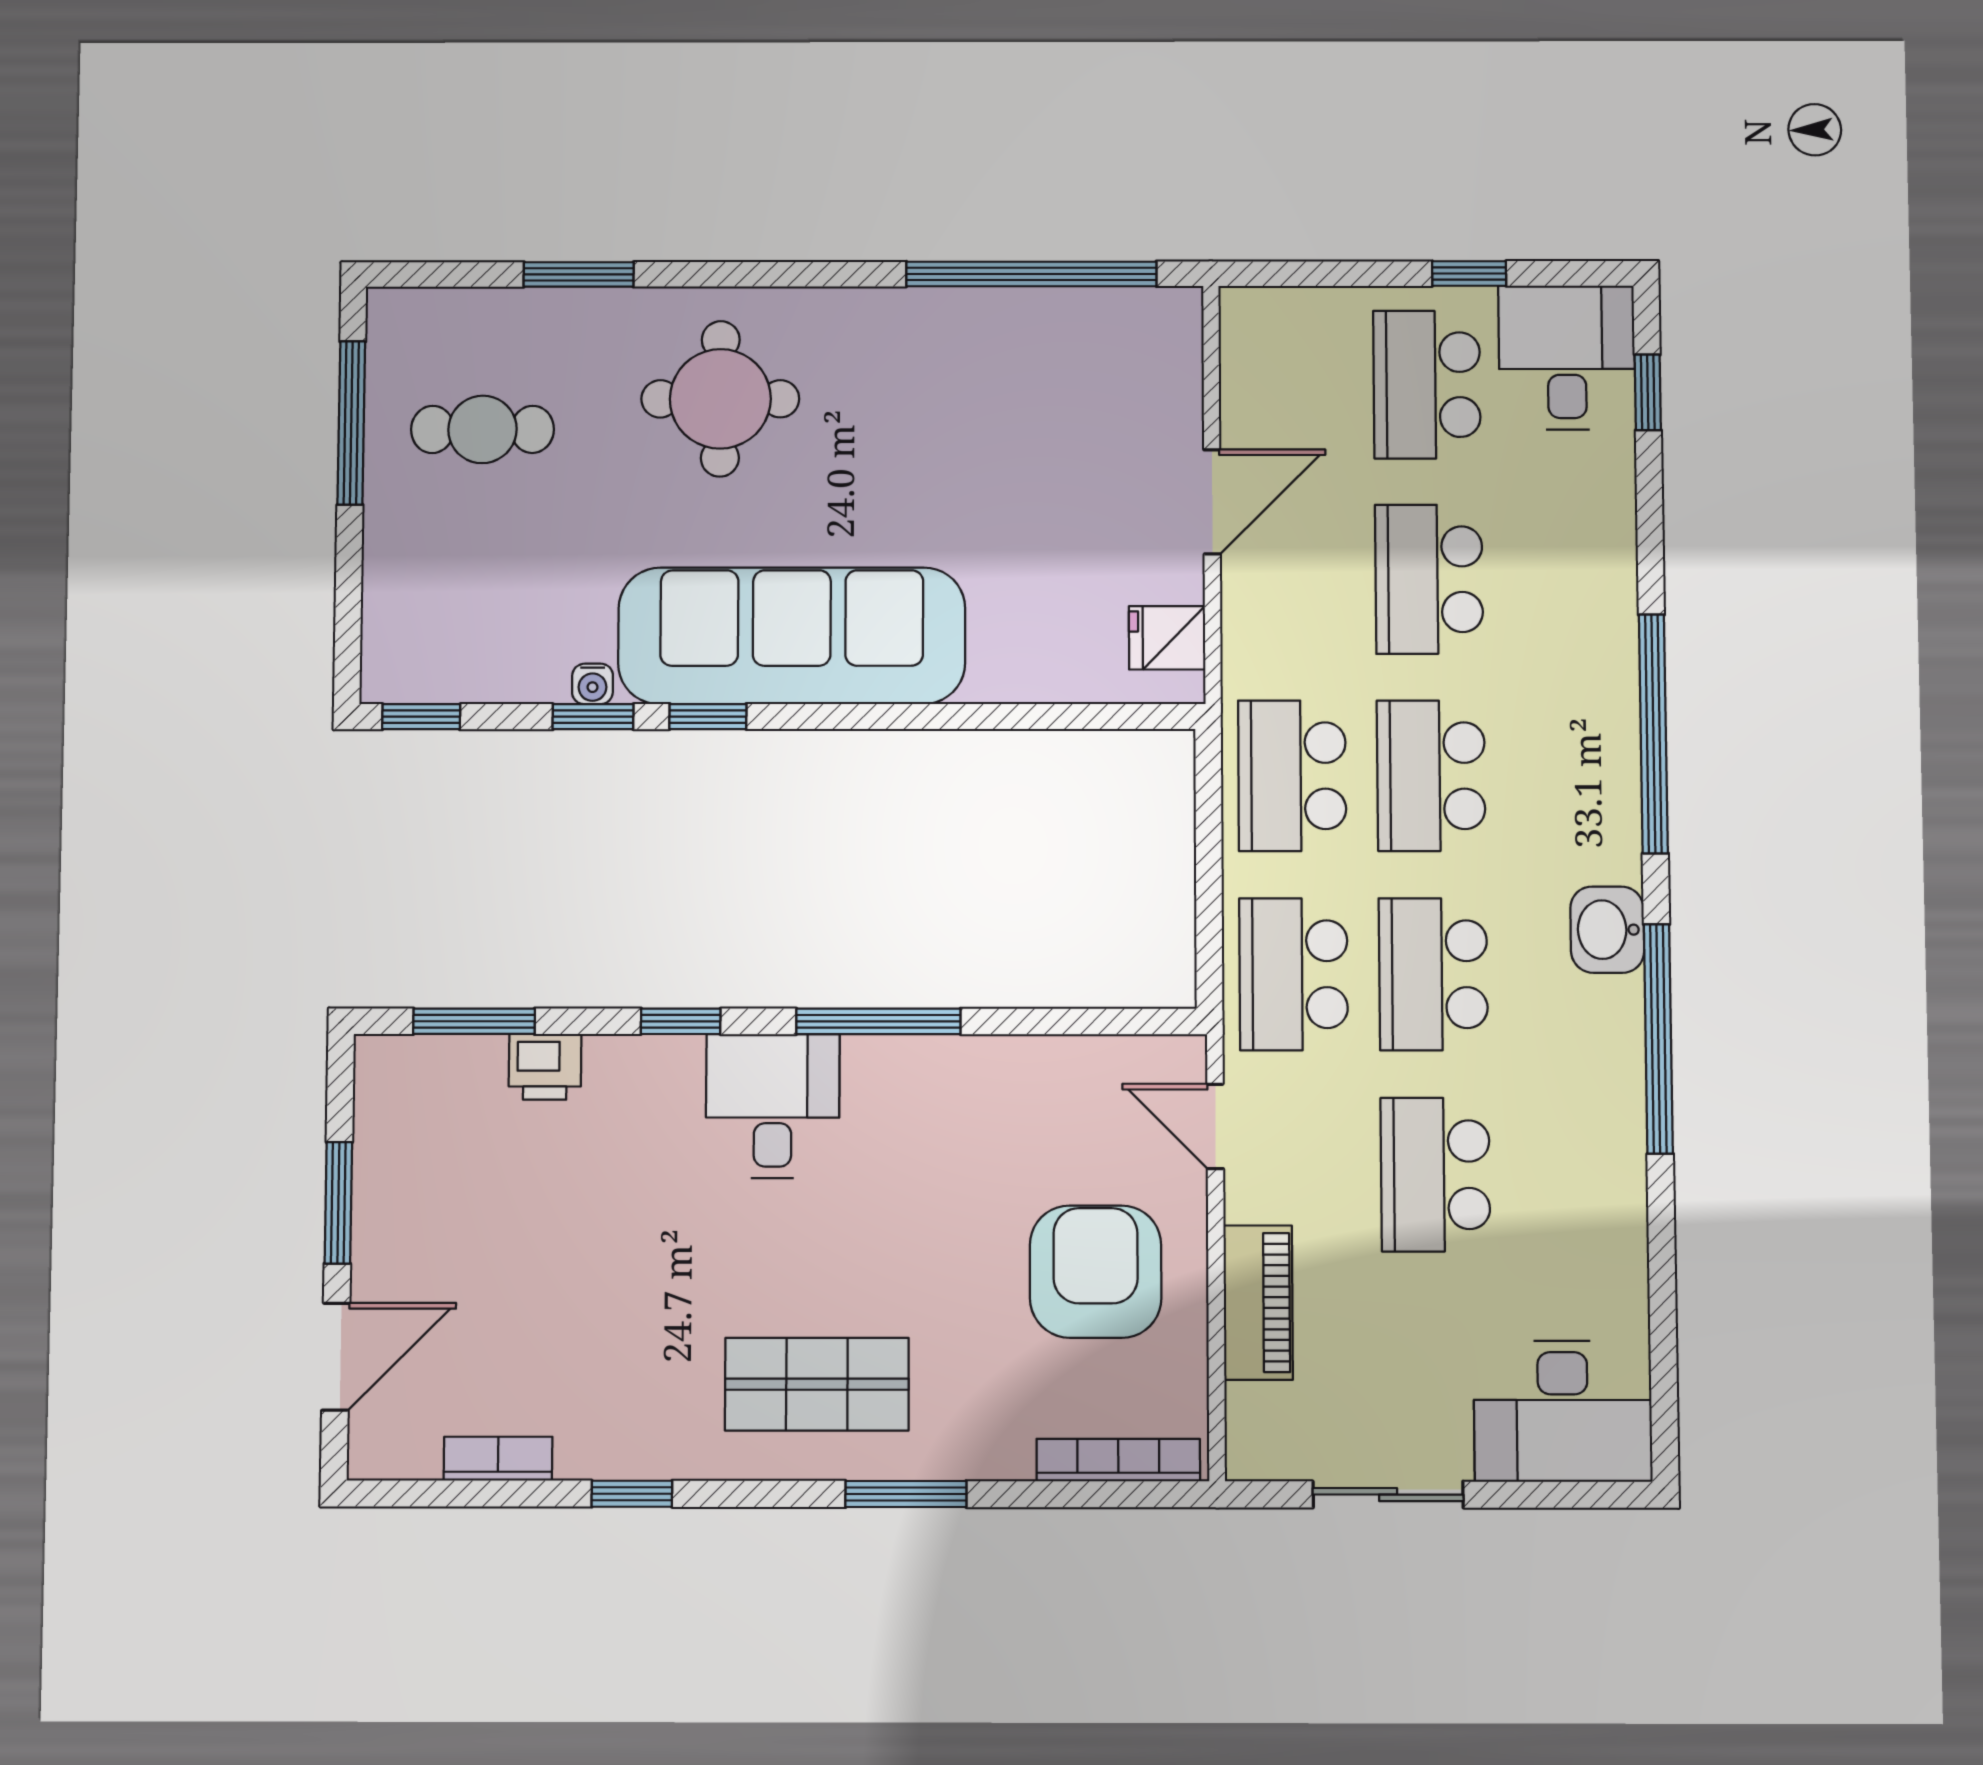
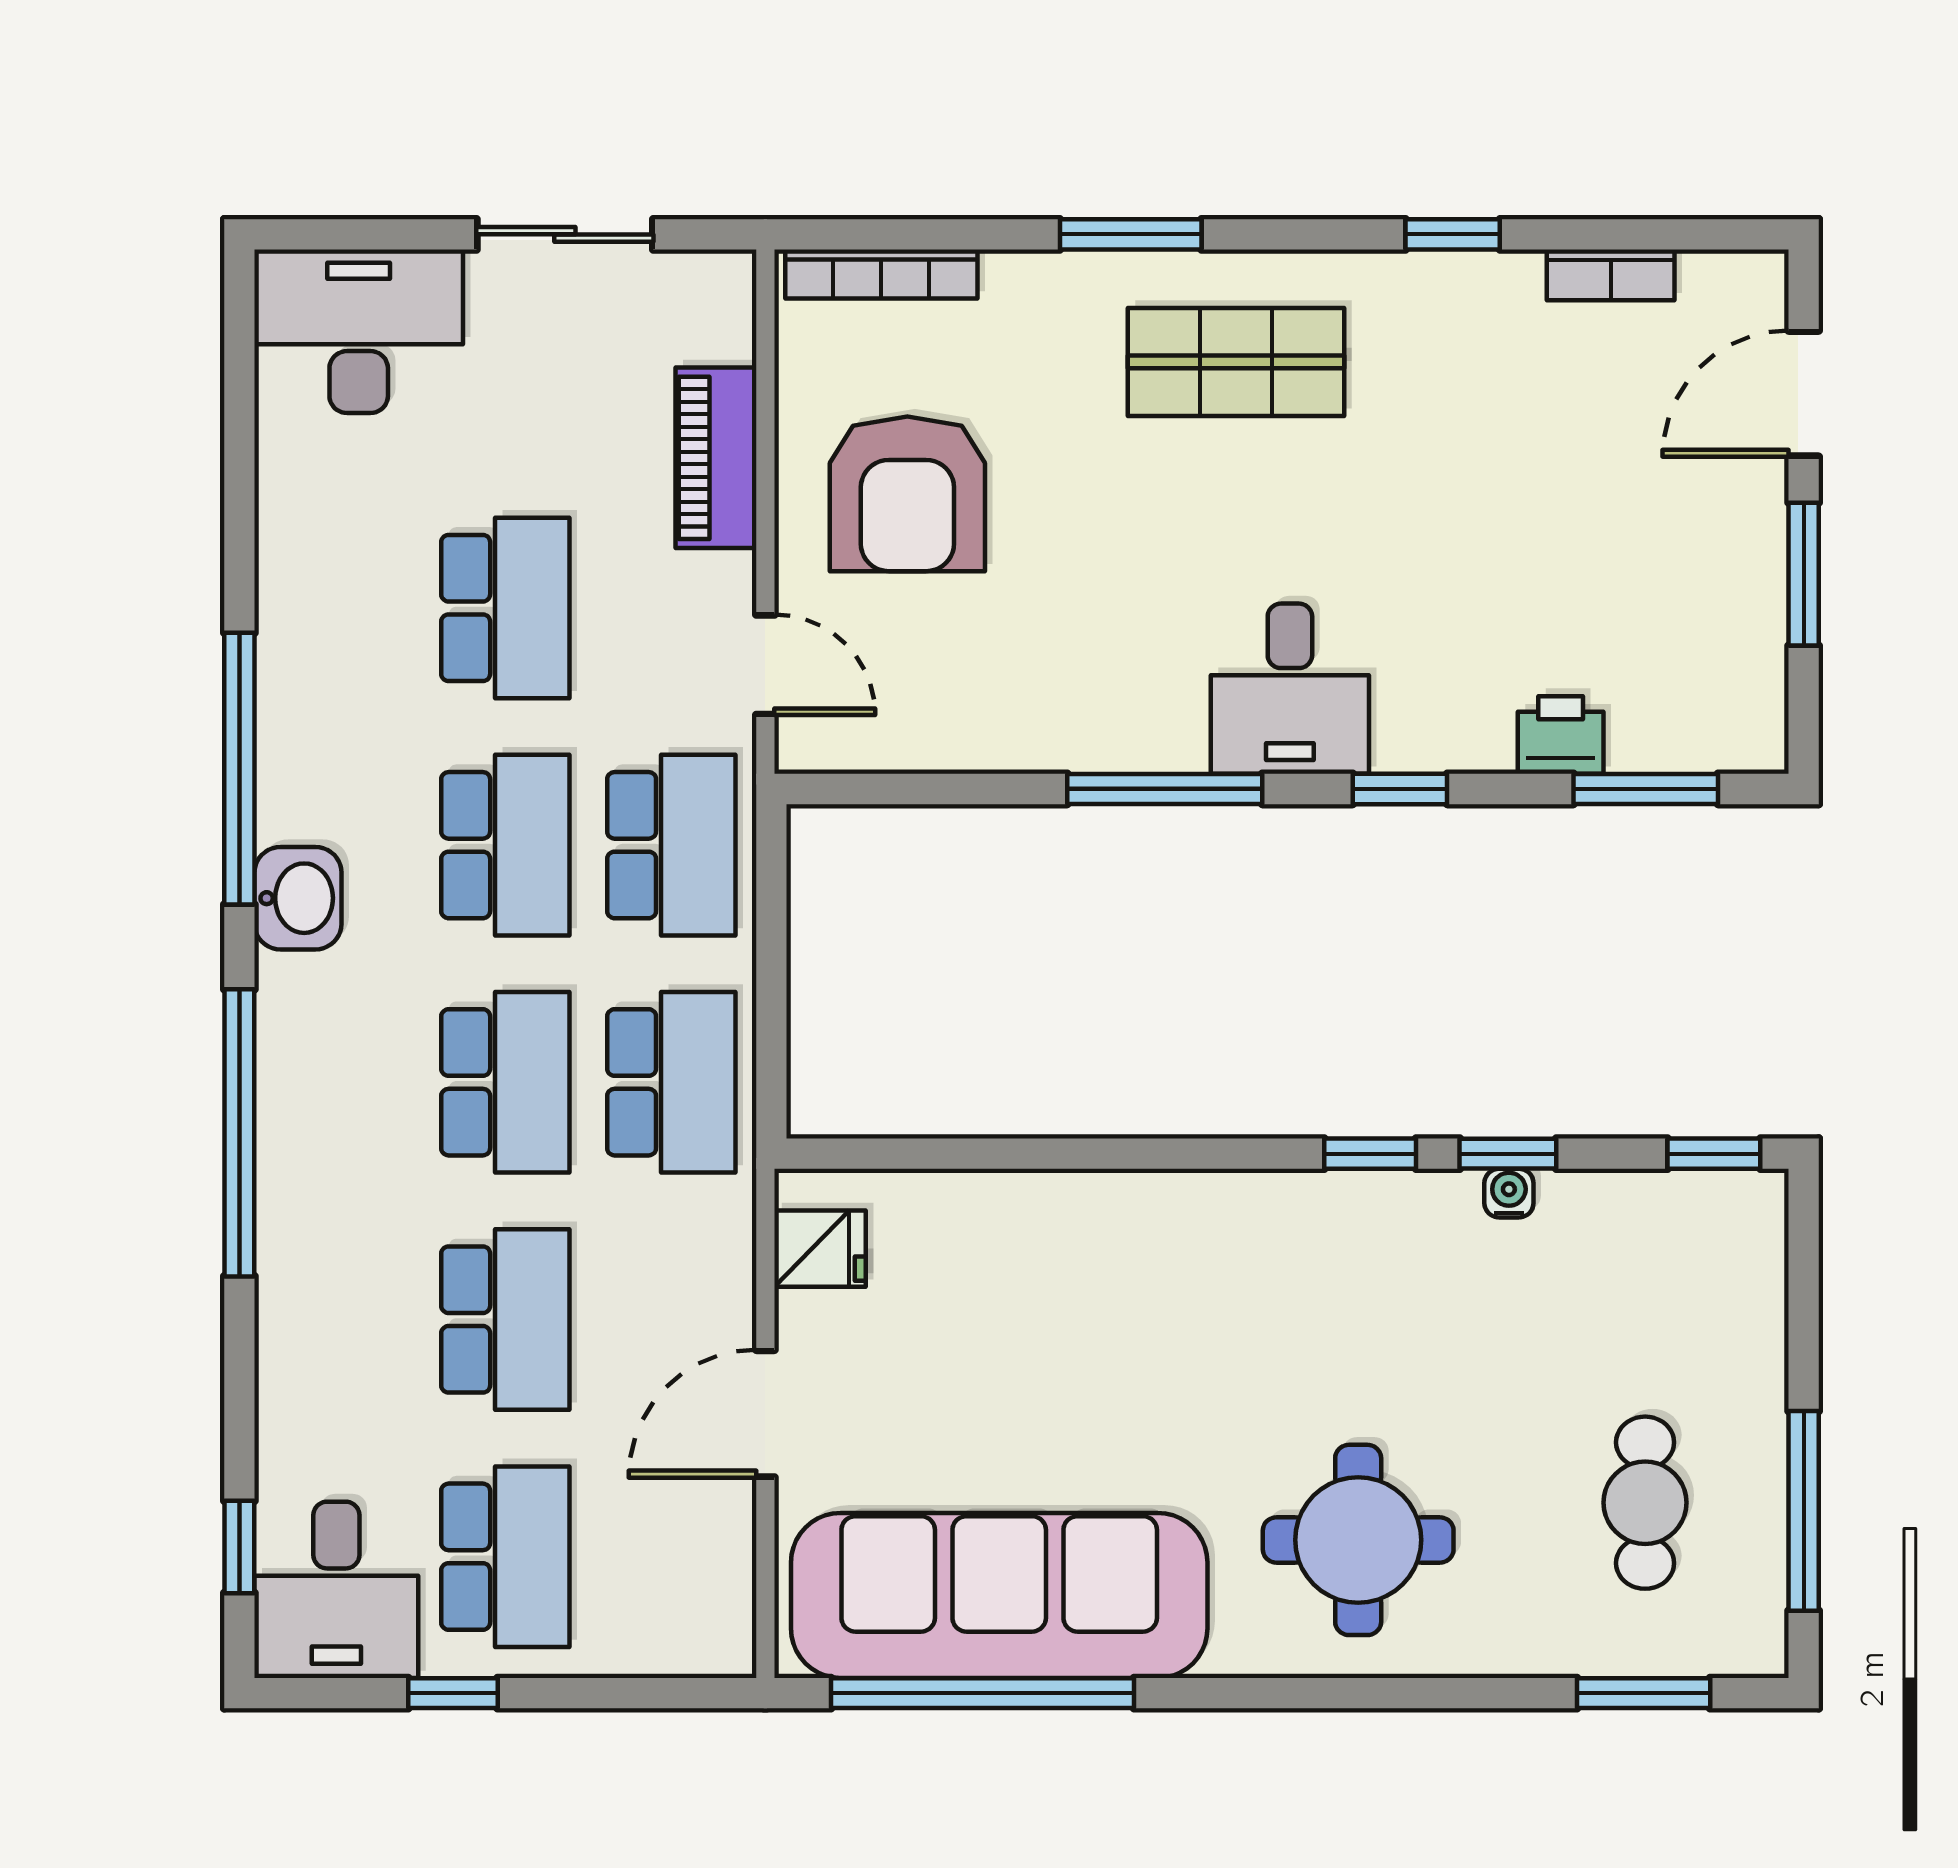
window: (579, 274) -> (1644, 1693), moved
cafe table: (482, 429) -> (1645, 1503), turned 90
sofa: (792, 636) -> (999, 1595), moved, turned 180

